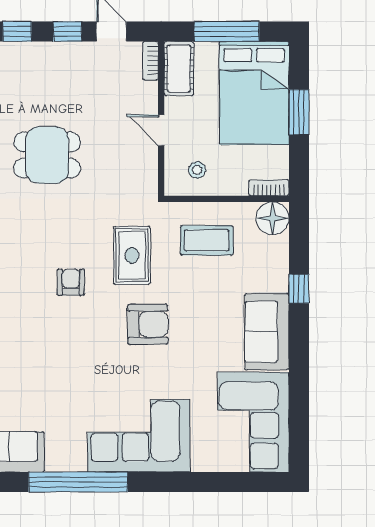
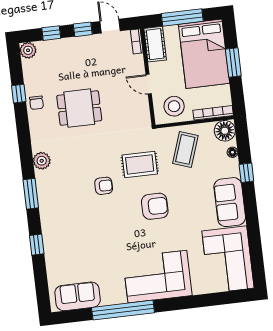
stool: (197, 170) -> (174, 106), width x1.89, depth x1.89
bookcase: (269, 188) -> (213, 113), width x1.56
coffee table: (207, 240) -> (185, 149), turned -71
floor lamp: (281, 254) -> (232, 152), added
rug: (132, 255) -> (140, 164), turned 90
armchair: (71, 282) -> (104, 186), turned 90

